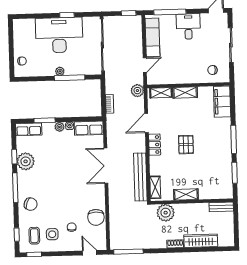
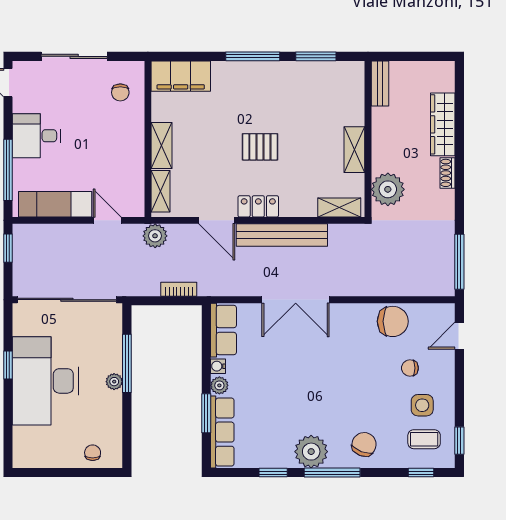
row of seats: (29, 129) -> (222, 432), width x1.48
plant: (26, 161) -> (311, 452), moved
bench: (140, 177) -> (282, 235), moved

